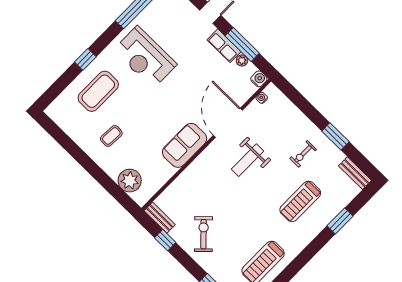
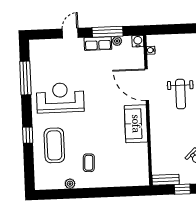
reception desk: (145, 57) -> (60, 98), turned 180
plant: (130, 181) -> (70, 184), moved, width x0.53, depth x0.53

